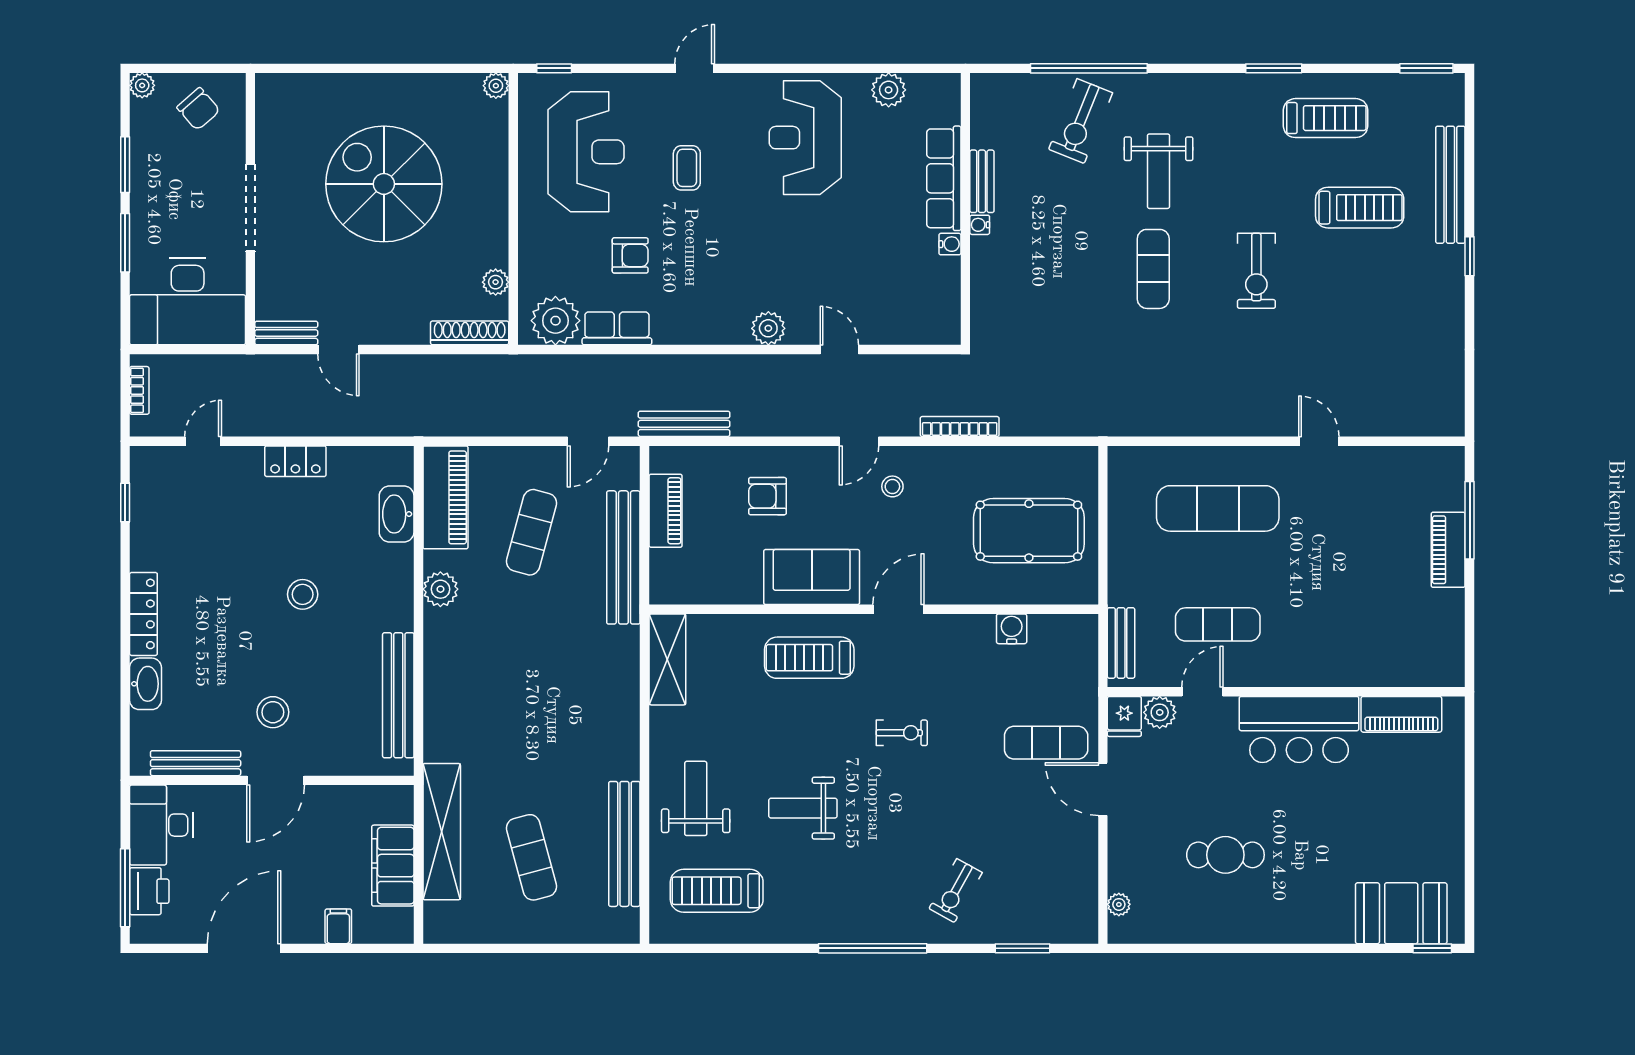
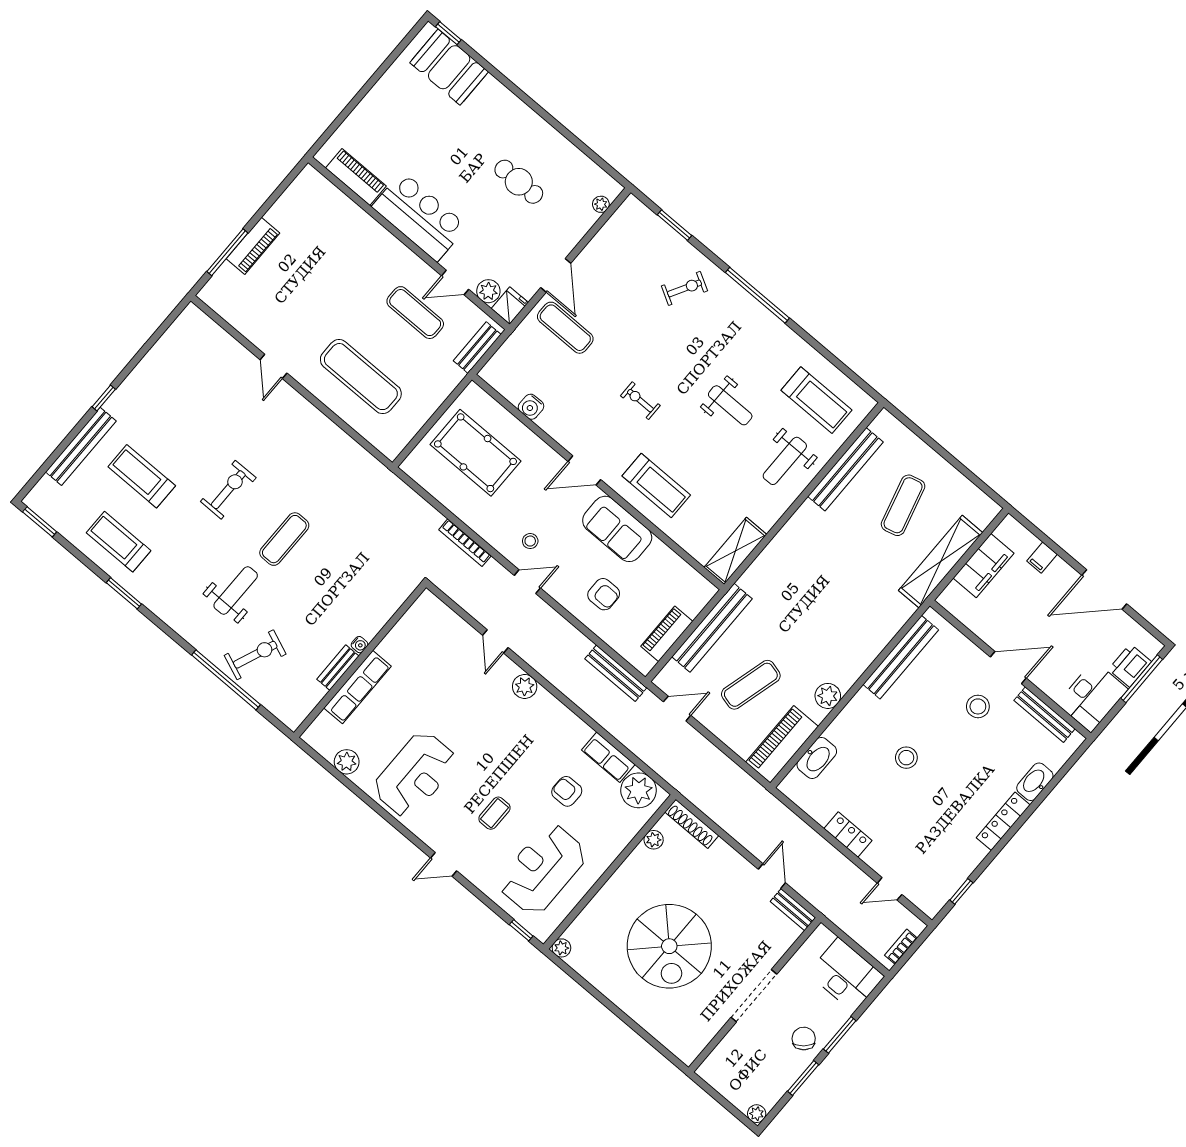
chair: (198, 109) -> (804, 1039), moved
water cooler: (950, 244) -> (385, 648), removed
desk: (188, 302) -> (846, 975), width x0.73, depth x0.77

